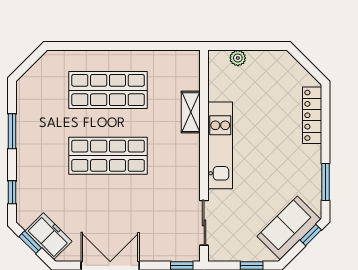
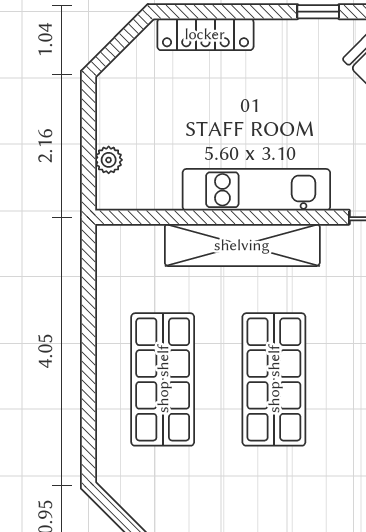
shelving: (191, 112) -> (242, 245), width x2.20, depth x1.33
window: (325, 182) -> (318, 12), width x0.67

